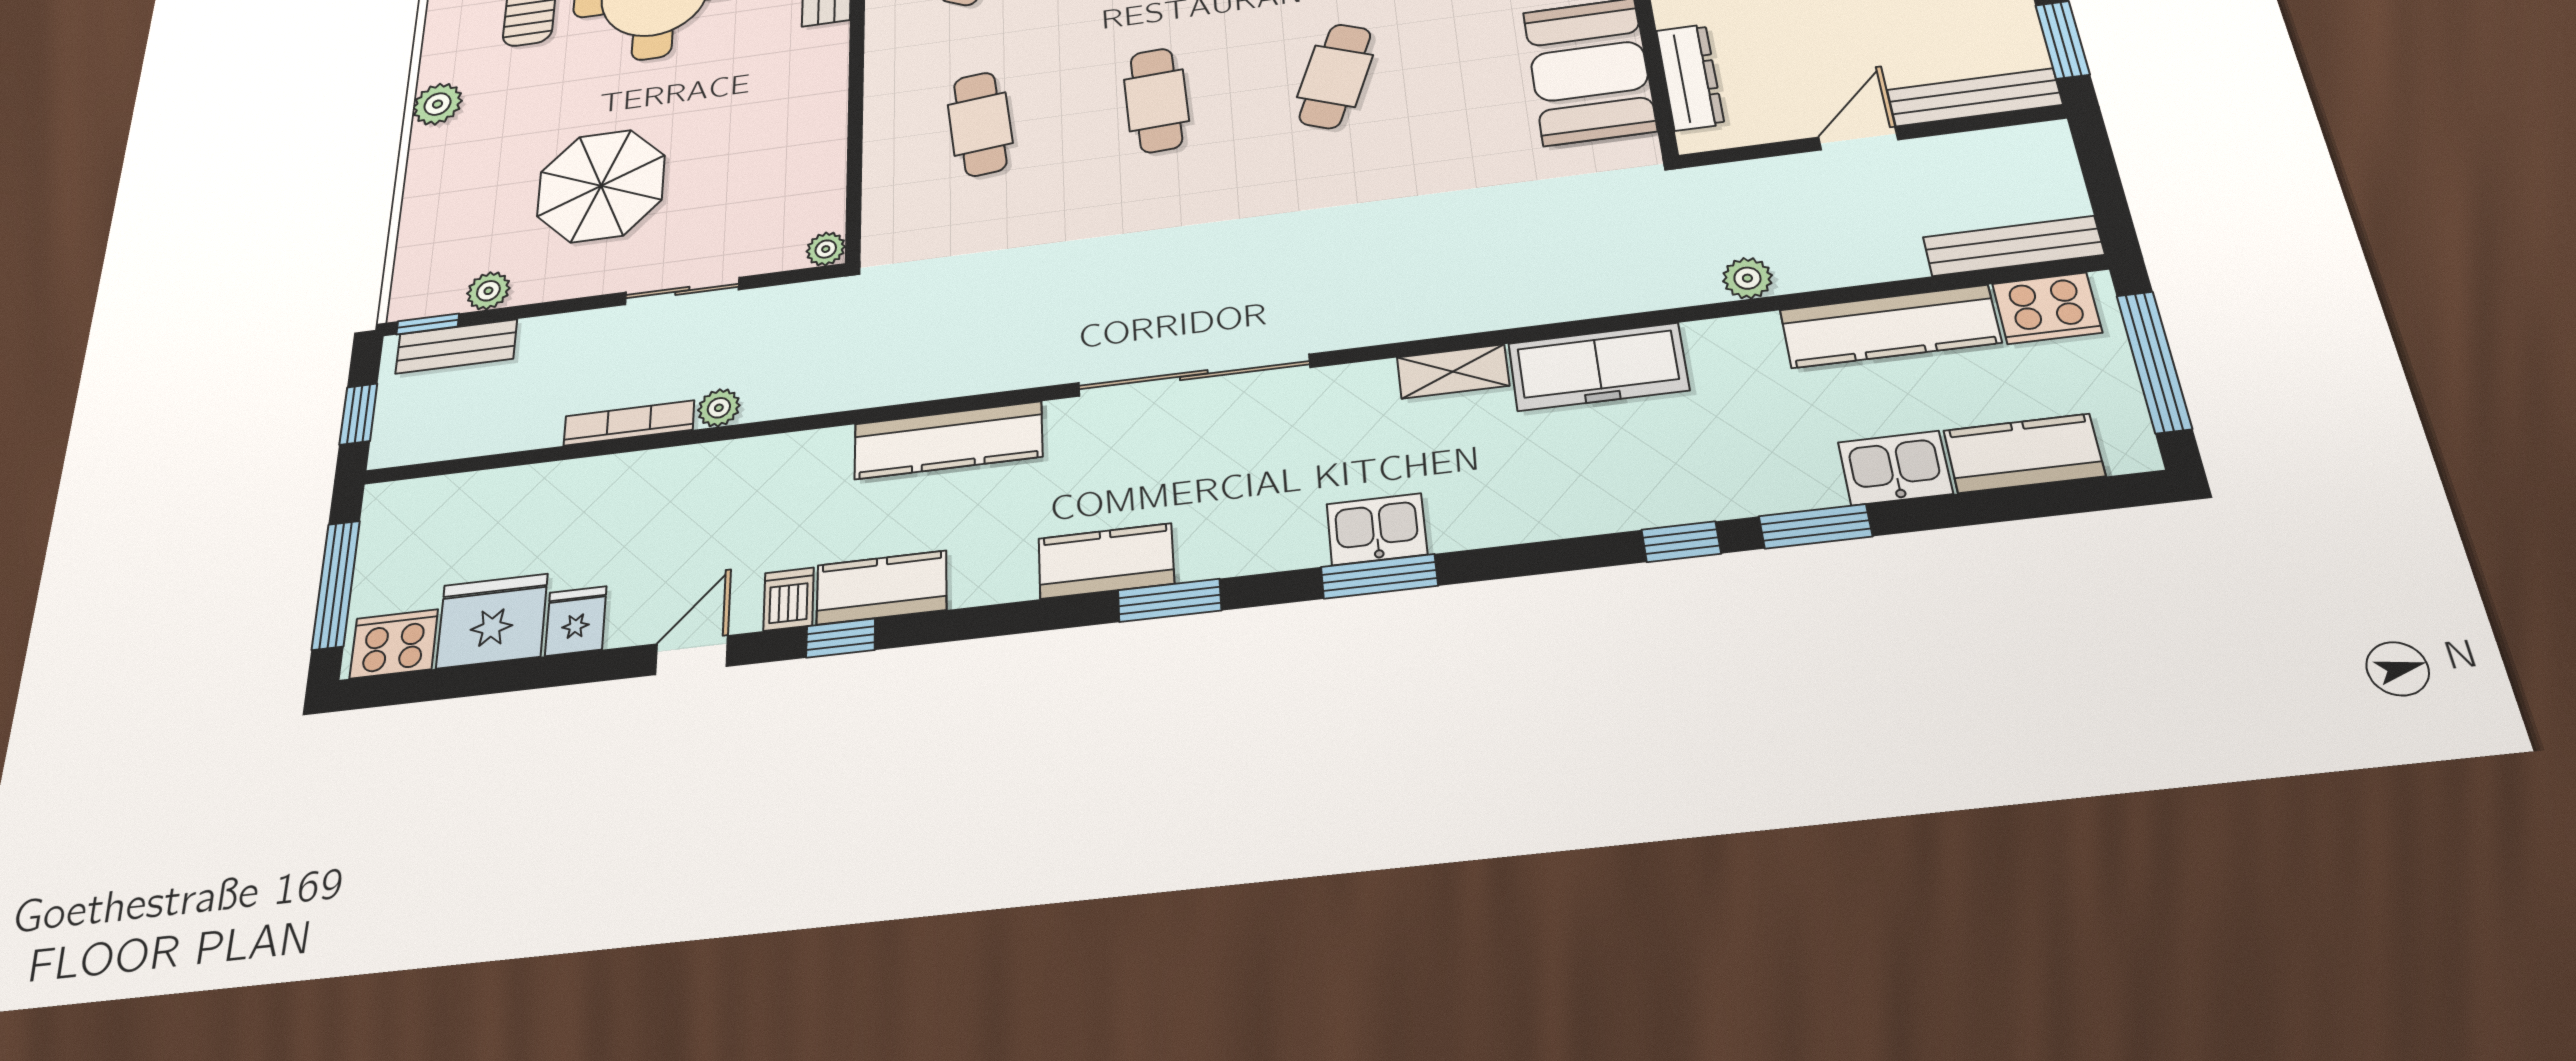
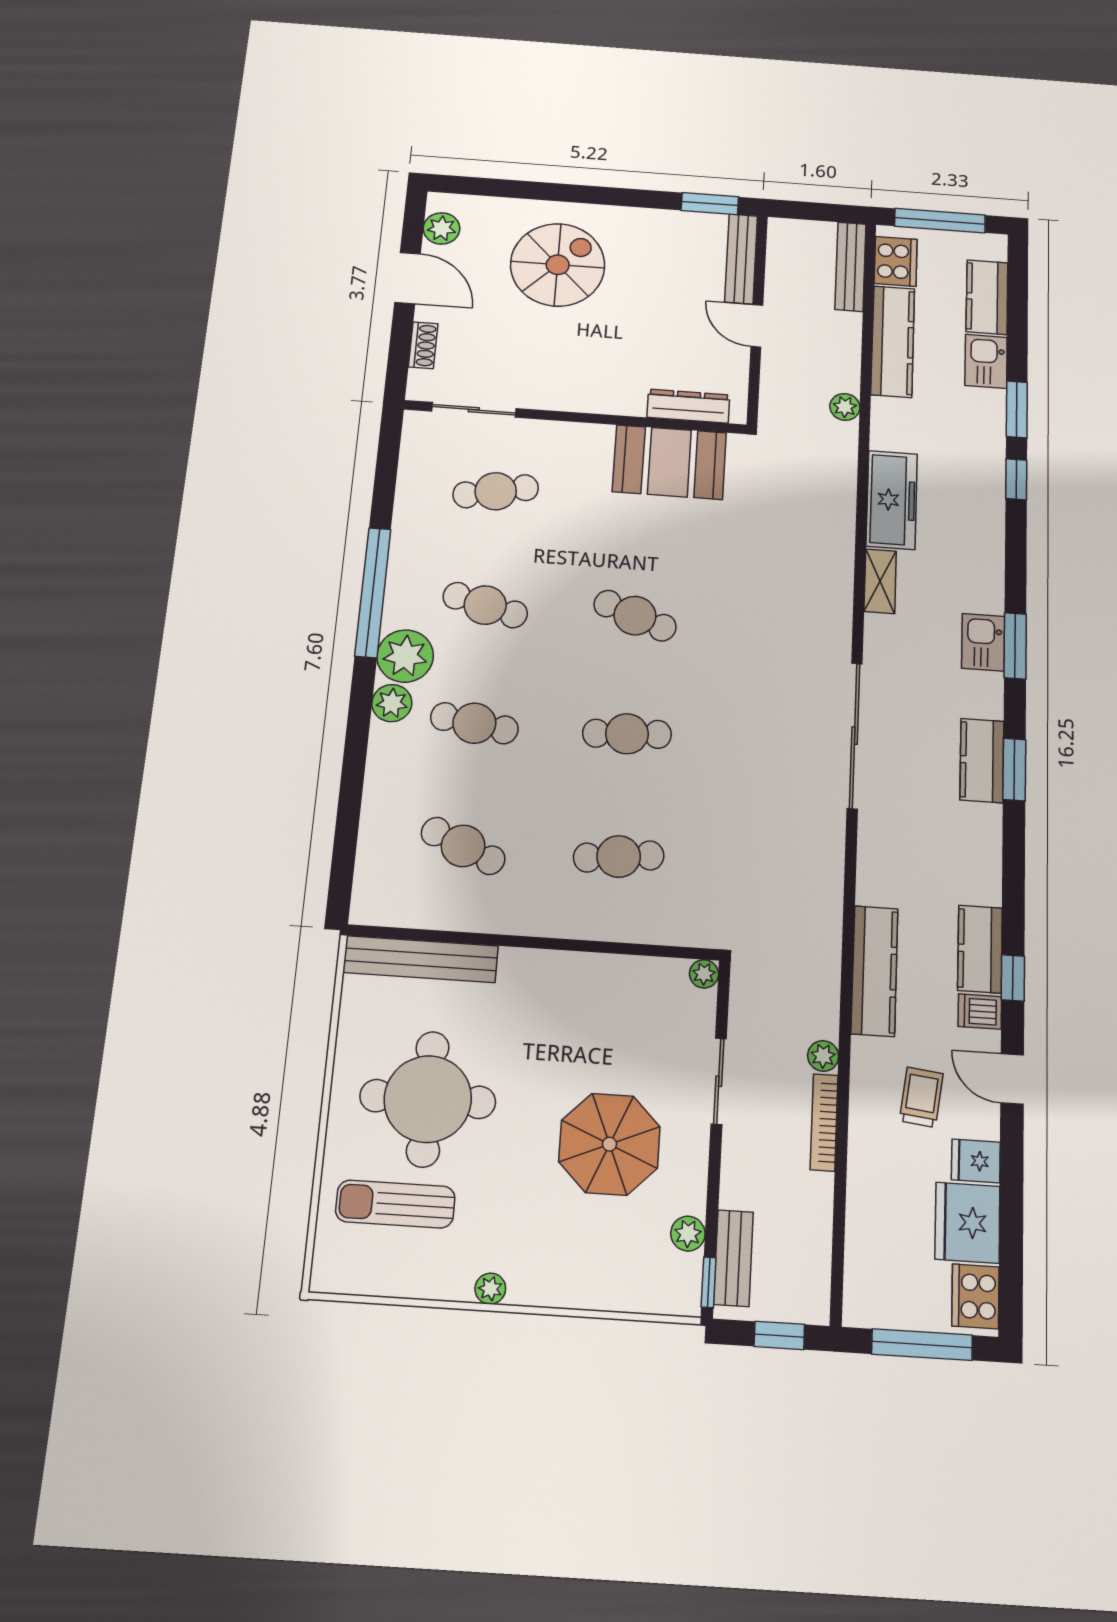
plant: (437, 104) -> (490, 1289), width x0.73, depth x0.73
kitchen counter: (948, 440) -> (874, 971), moved
trolley: (664, 539) -> (921, 1097), added
kitchen counter: (1106, 561) -> (982, 760), moved

